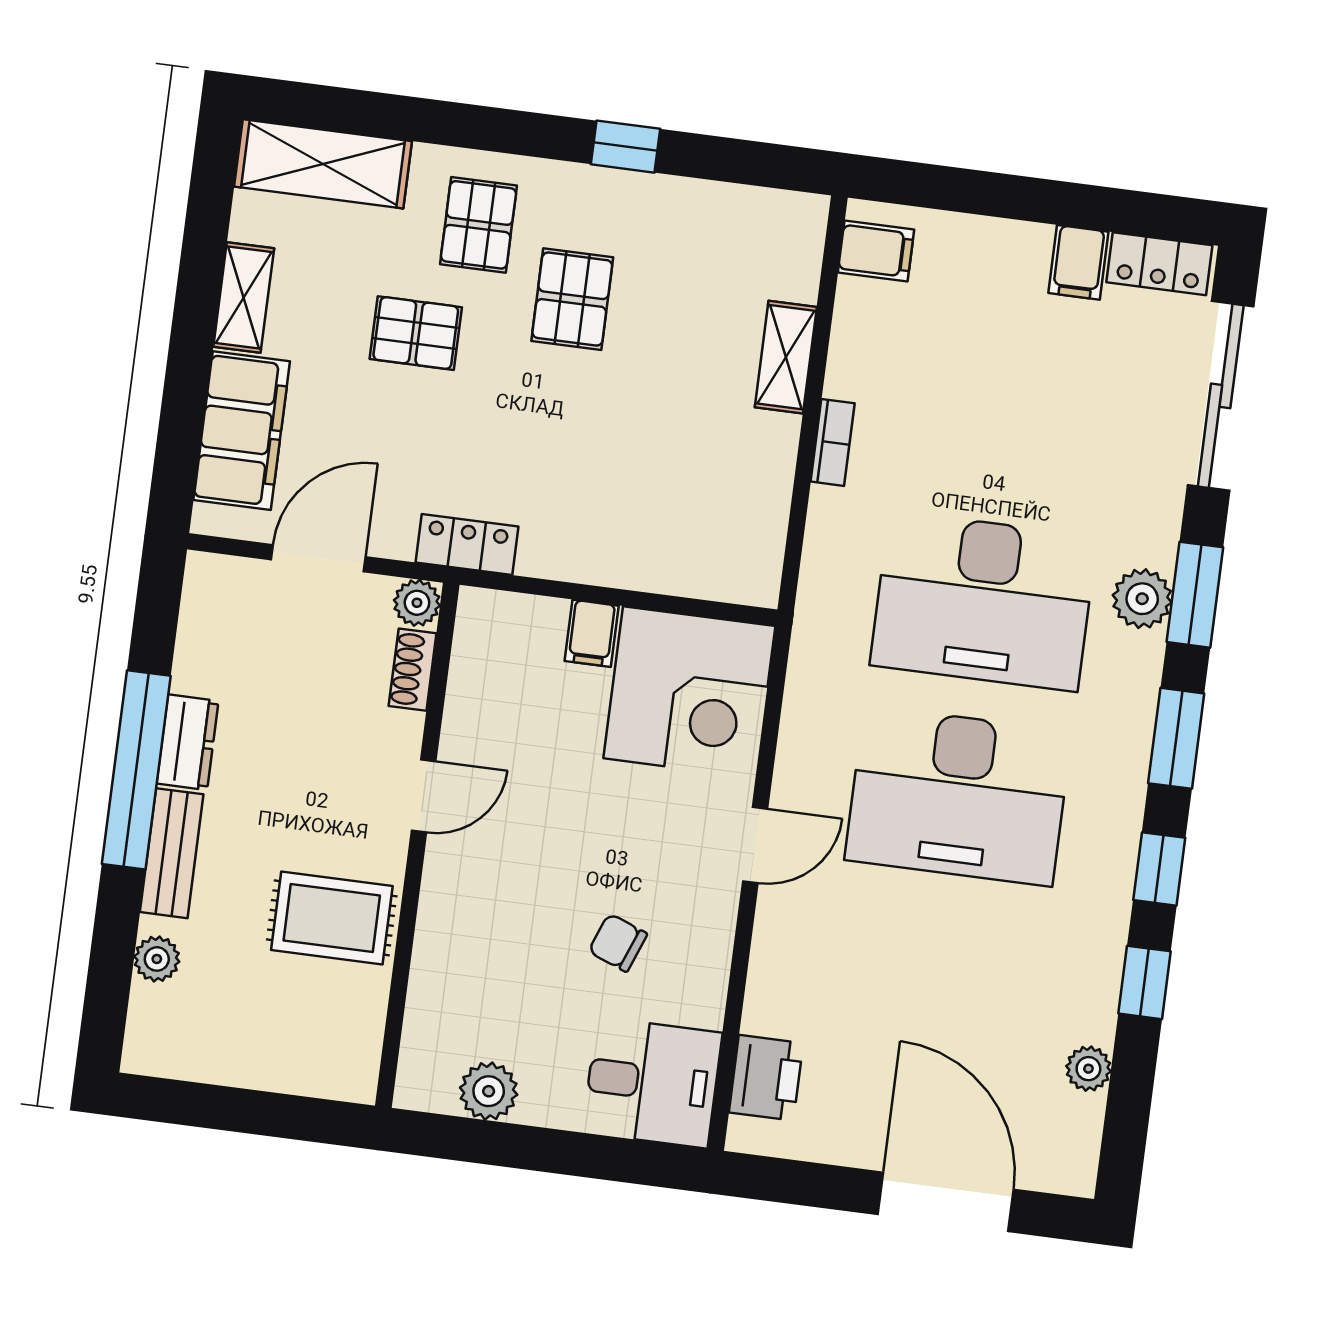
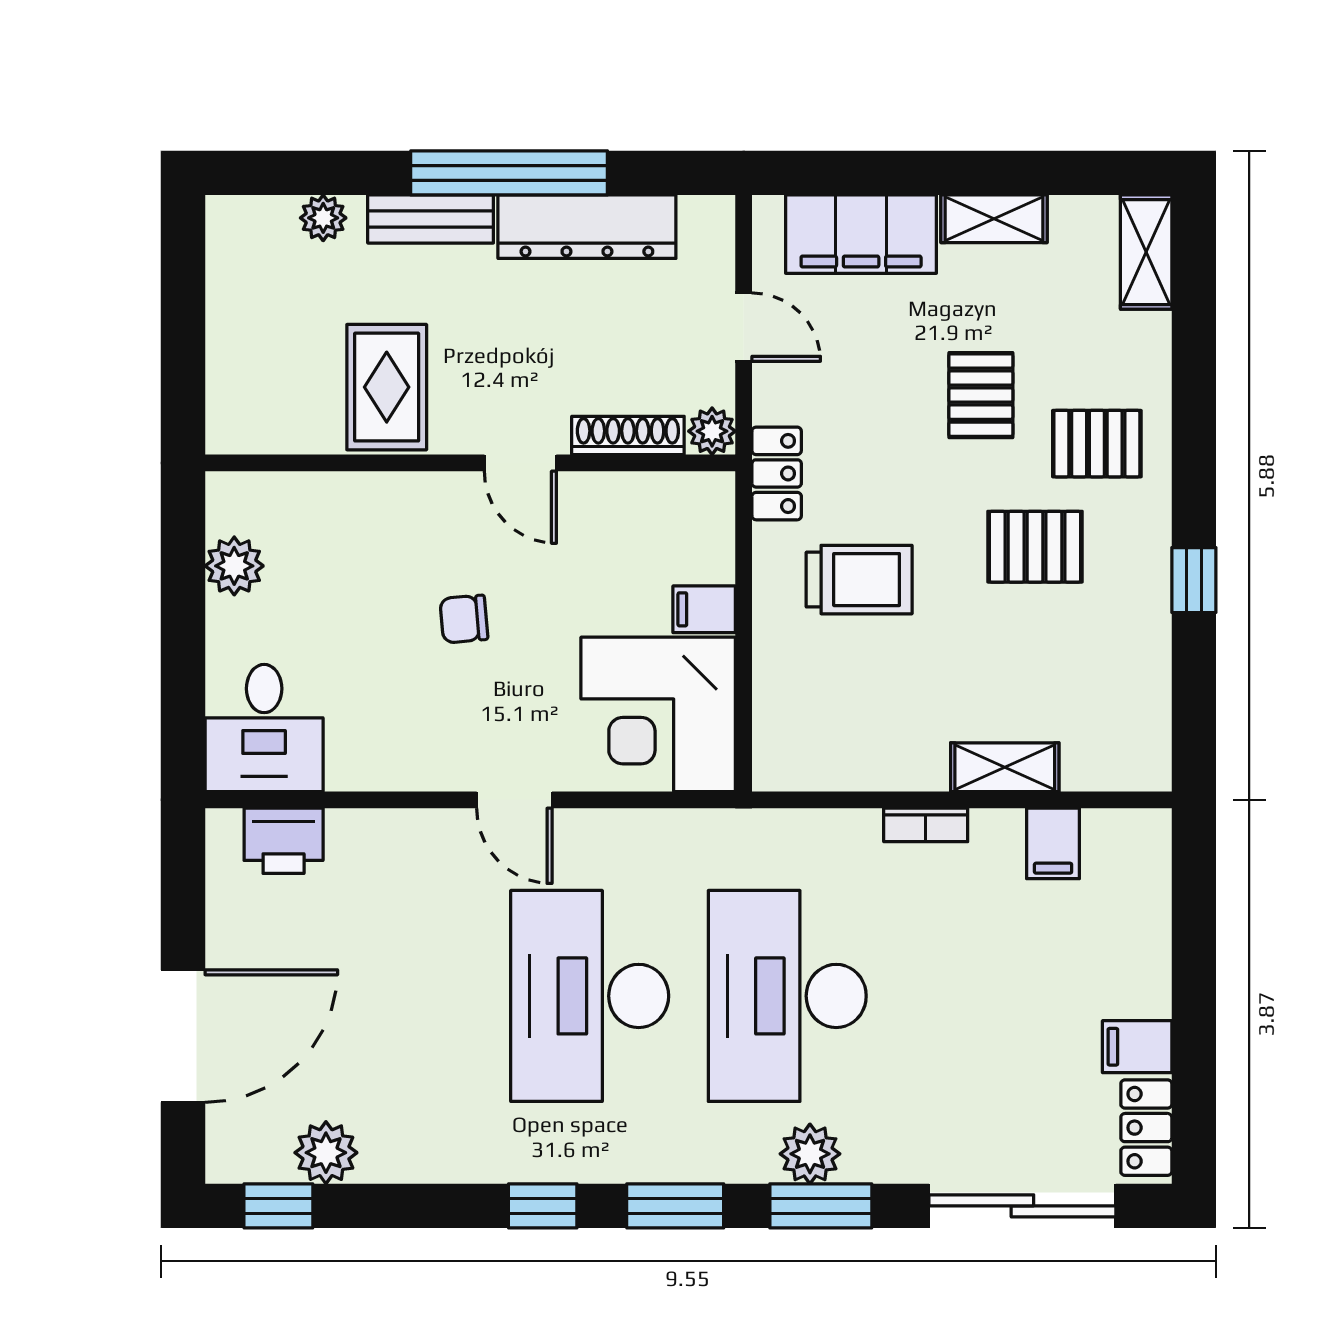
shelving: (323, 164) -> (1146, 252), width x0.67, depth x0.75
filing cabinet: (876, 251) -> (1053, 843), moved
trolley: (582, 477) -> (859, 580), added
door: (318, 558) -> (744, 327), width x0.73
shoe rack: (413, 670) -> (628, 435), width x1.43
dresser: (188, 742) -> (587, 227), width x1.96, depth x1.24
chair: (618, 943) -> (464, 619), moved, turned -116
window: (1144, 982) -> (278, 1206), moved
plant: (1088, 1069) -> (326, 1153), width x1.38, depth x1.38

